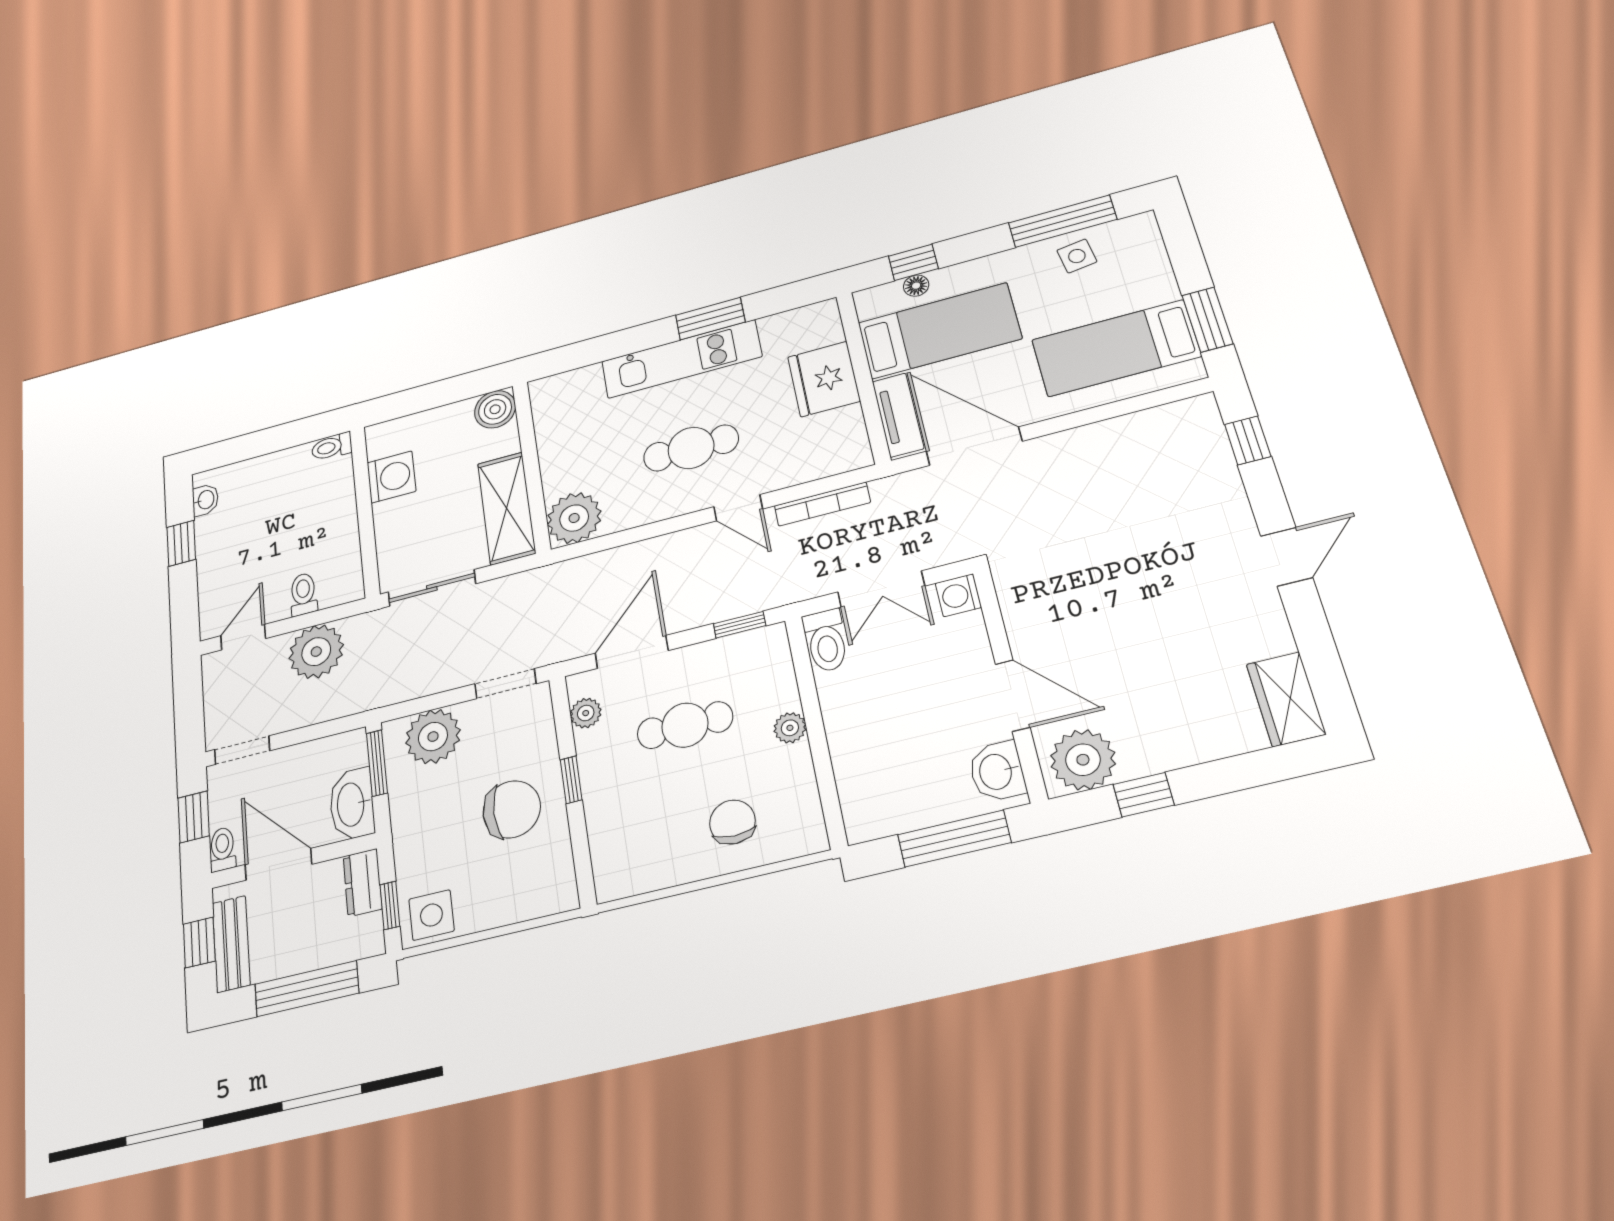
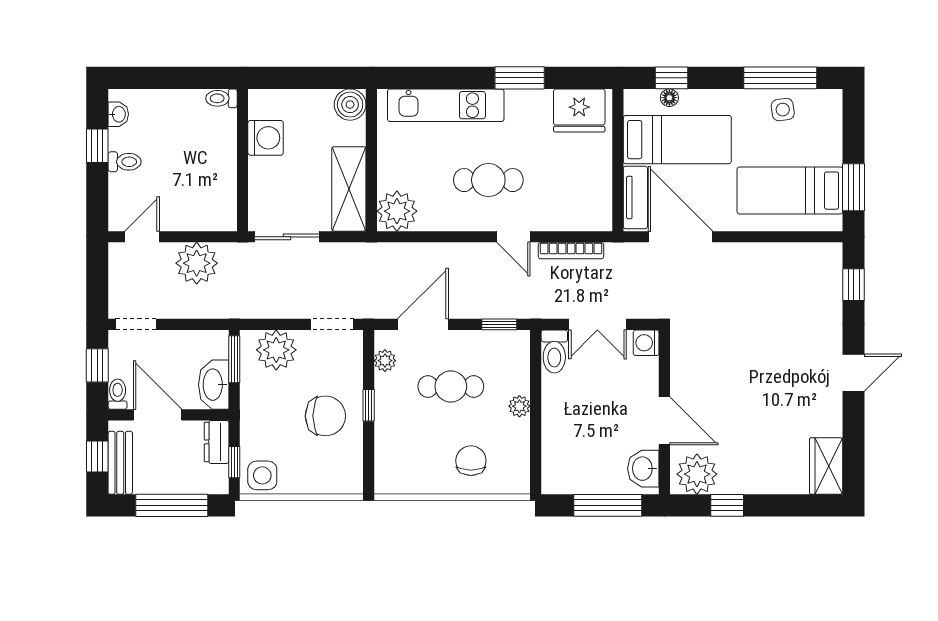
kitchen unit: (681, 359) -> (446, 105), moved
fridge: (824, 379) -> (579, 110), moved, turned -90
toilet: (303, 594) -> (125, 162), moved, turned 90

